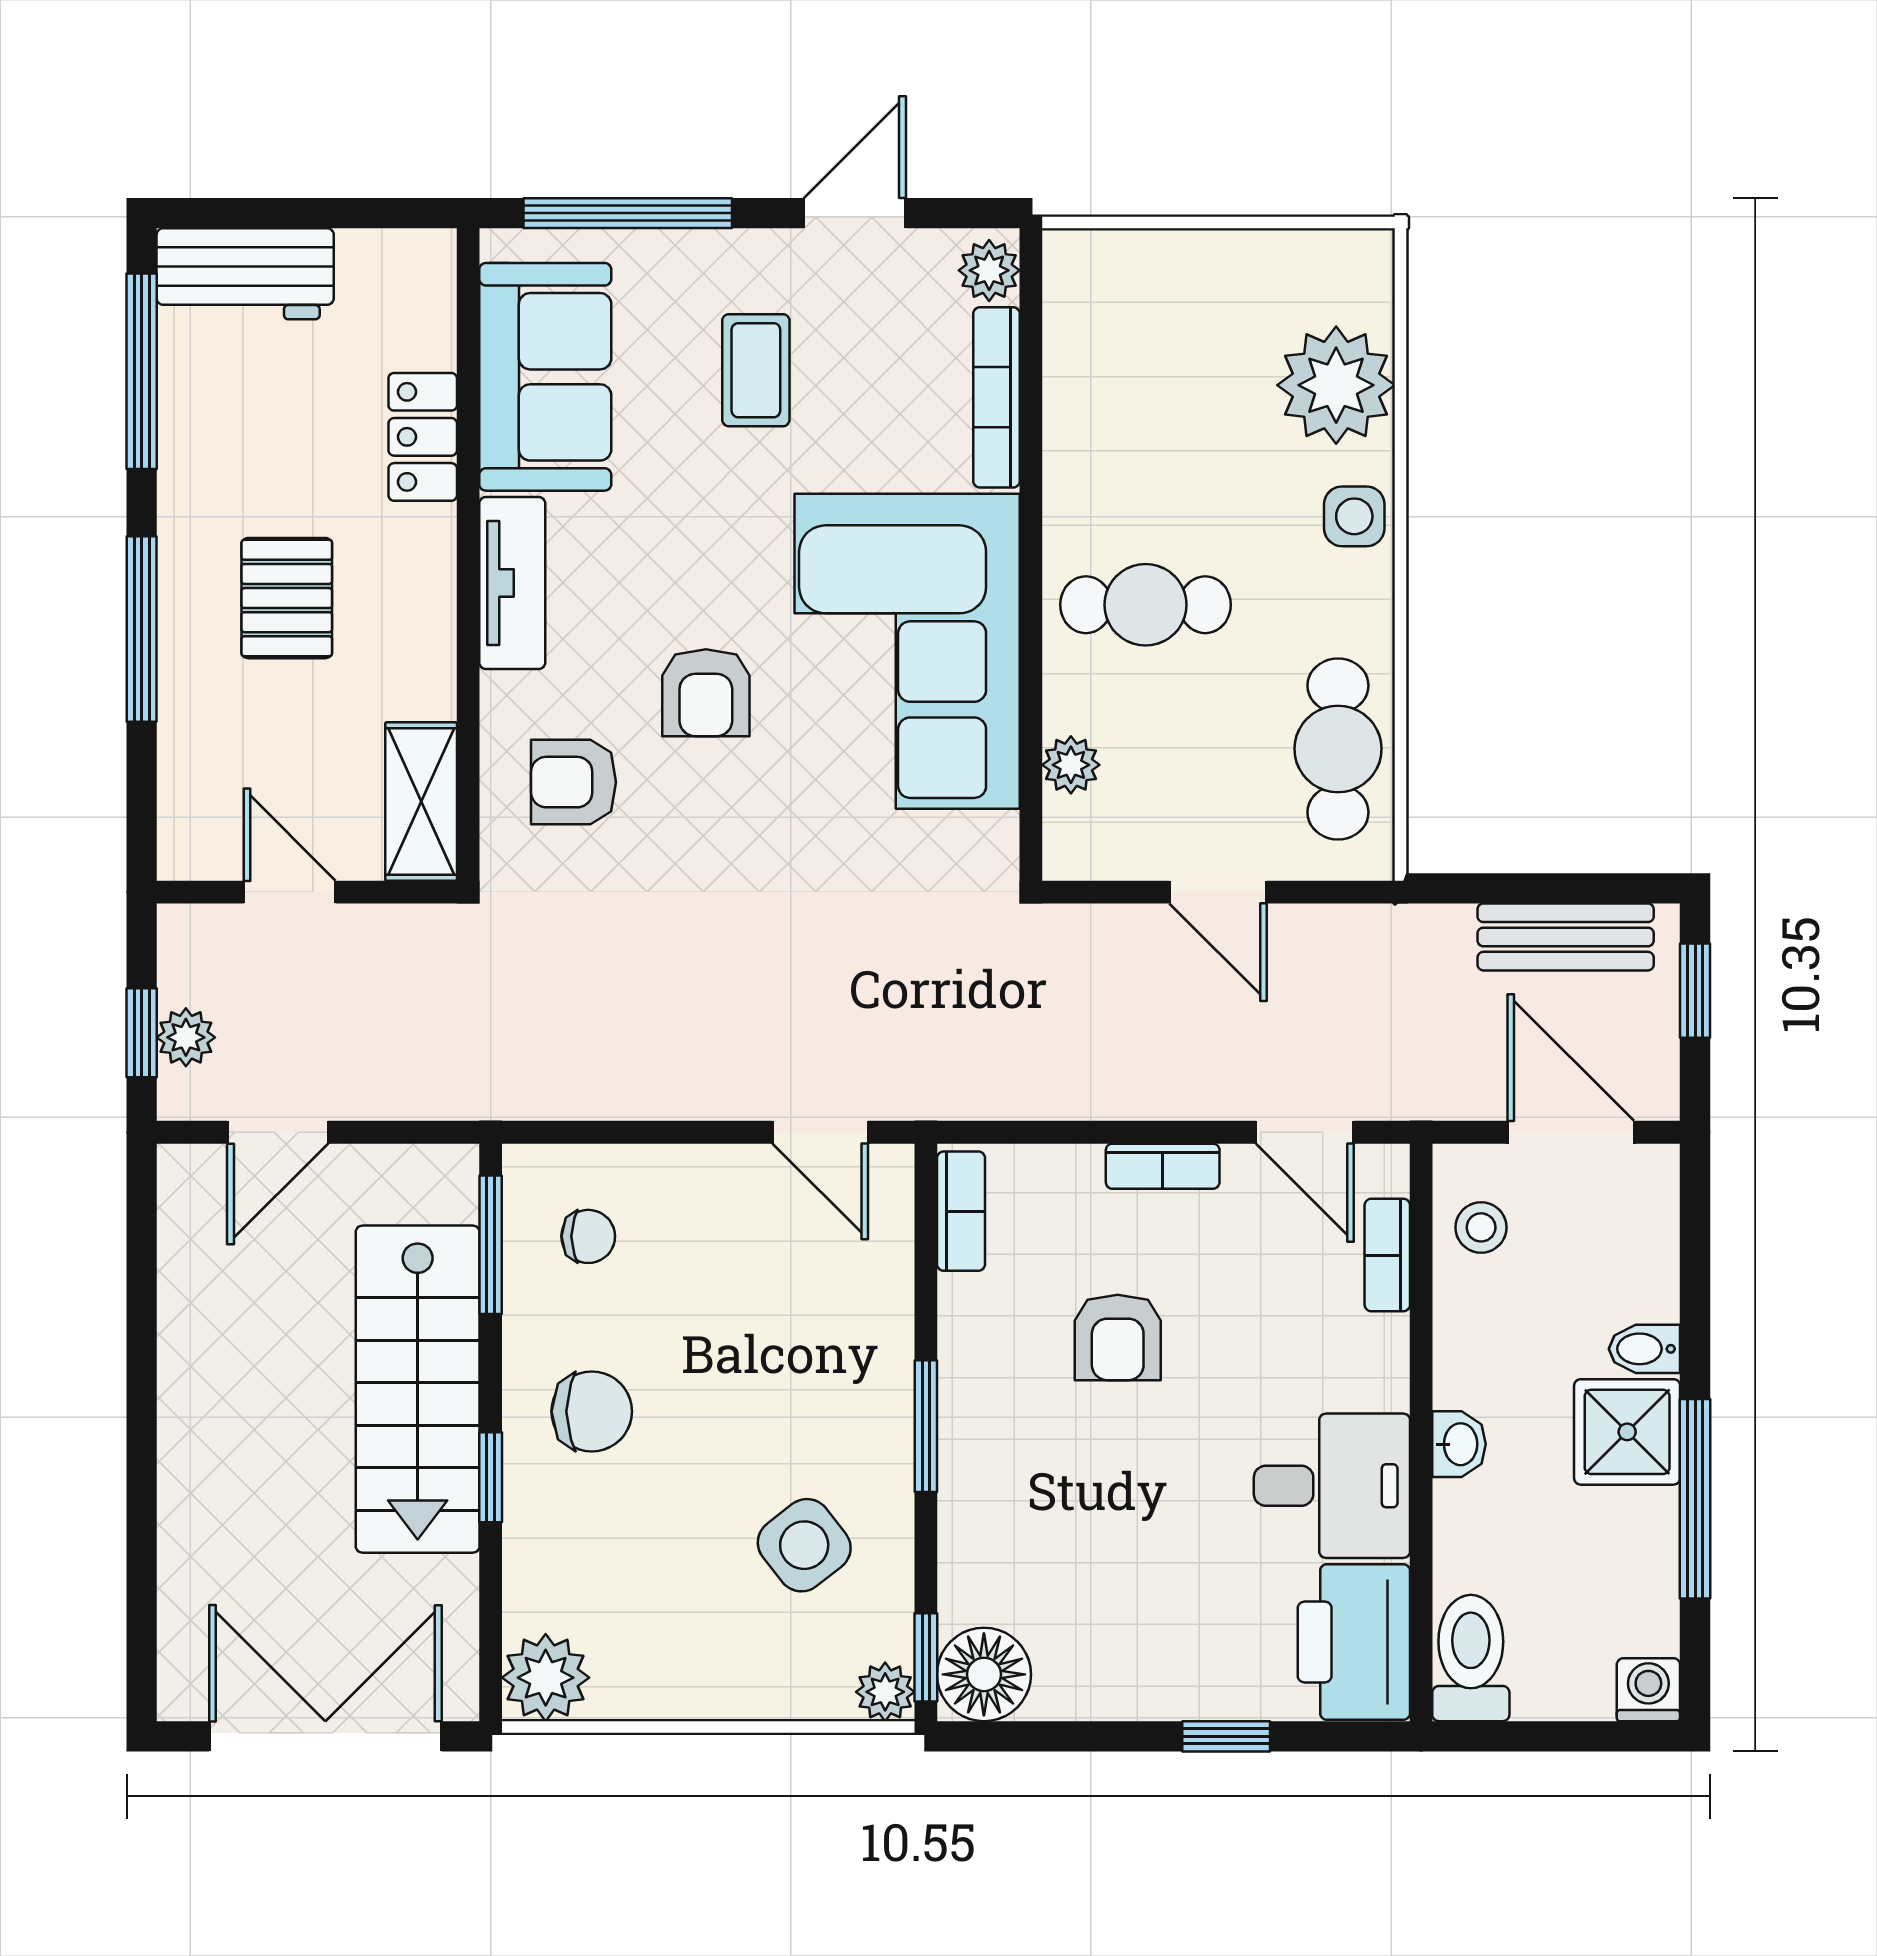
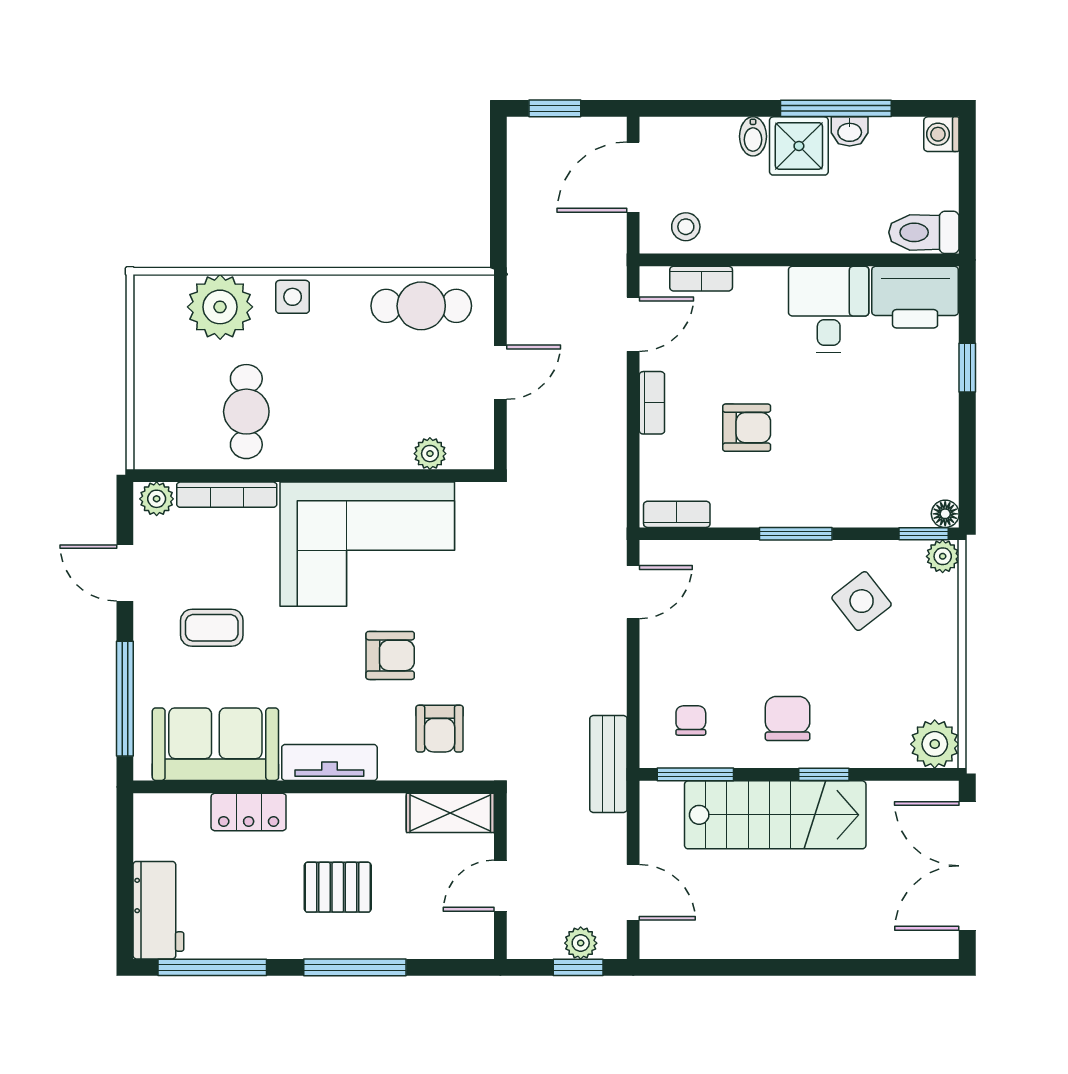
cafe table: (1146, 605) -> (246, 412), moved
bench: (1566, 937) -> (608, 764), moved
washbasin: (1459, 1444) -> (850, 131), moved, turned 180
floor lamp: (984, 1674) -> (945, 514), width x0.53, depth x0.53

